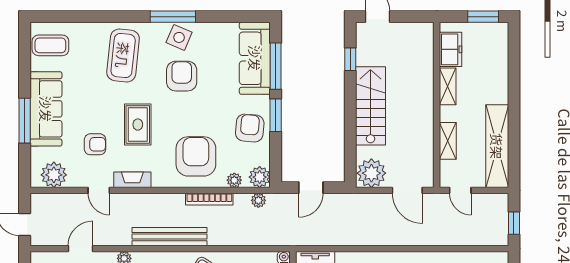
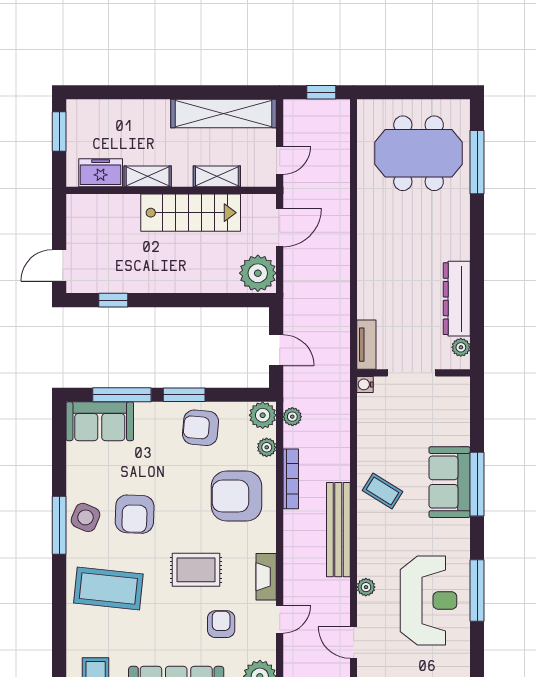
sofa: (255, 58) -> (100, 421), width x0.73
armchair: (182, 76) -> (135, 514), turned -88
stairs: (370, 106) -> (191, 213), moved, turned 180

